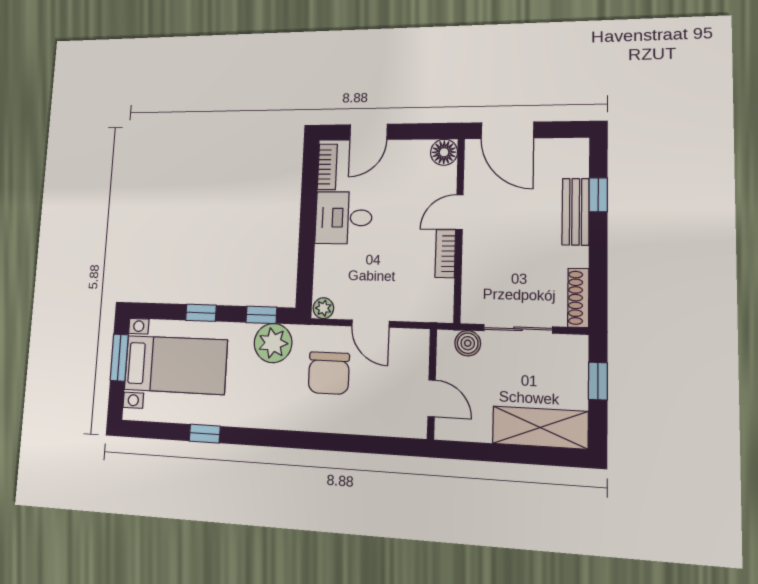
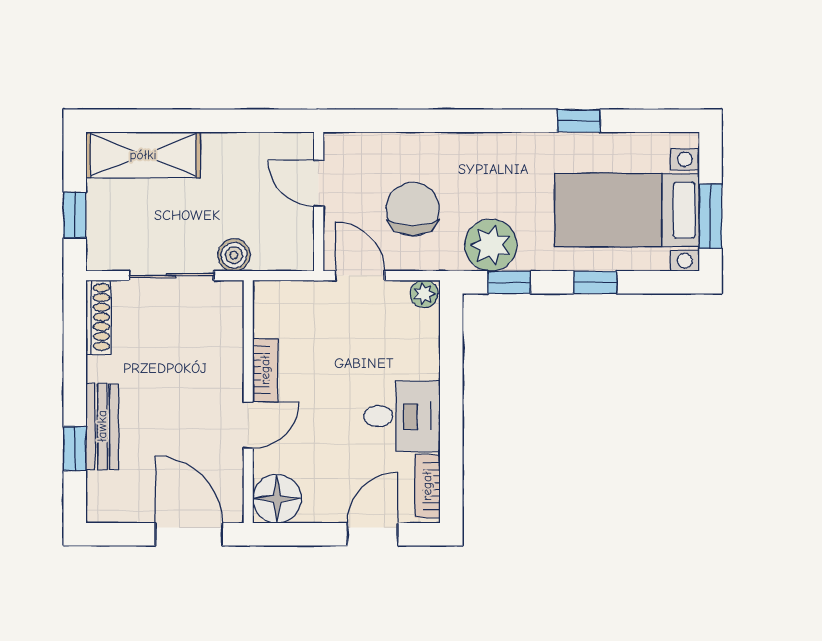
floor lamp: (444, 152) -> (277, 499), width x1.38, depth x1.38
wall: (432, 384) -> (319, 202), moved
door: (432, 398) -> (319, 183), moved

